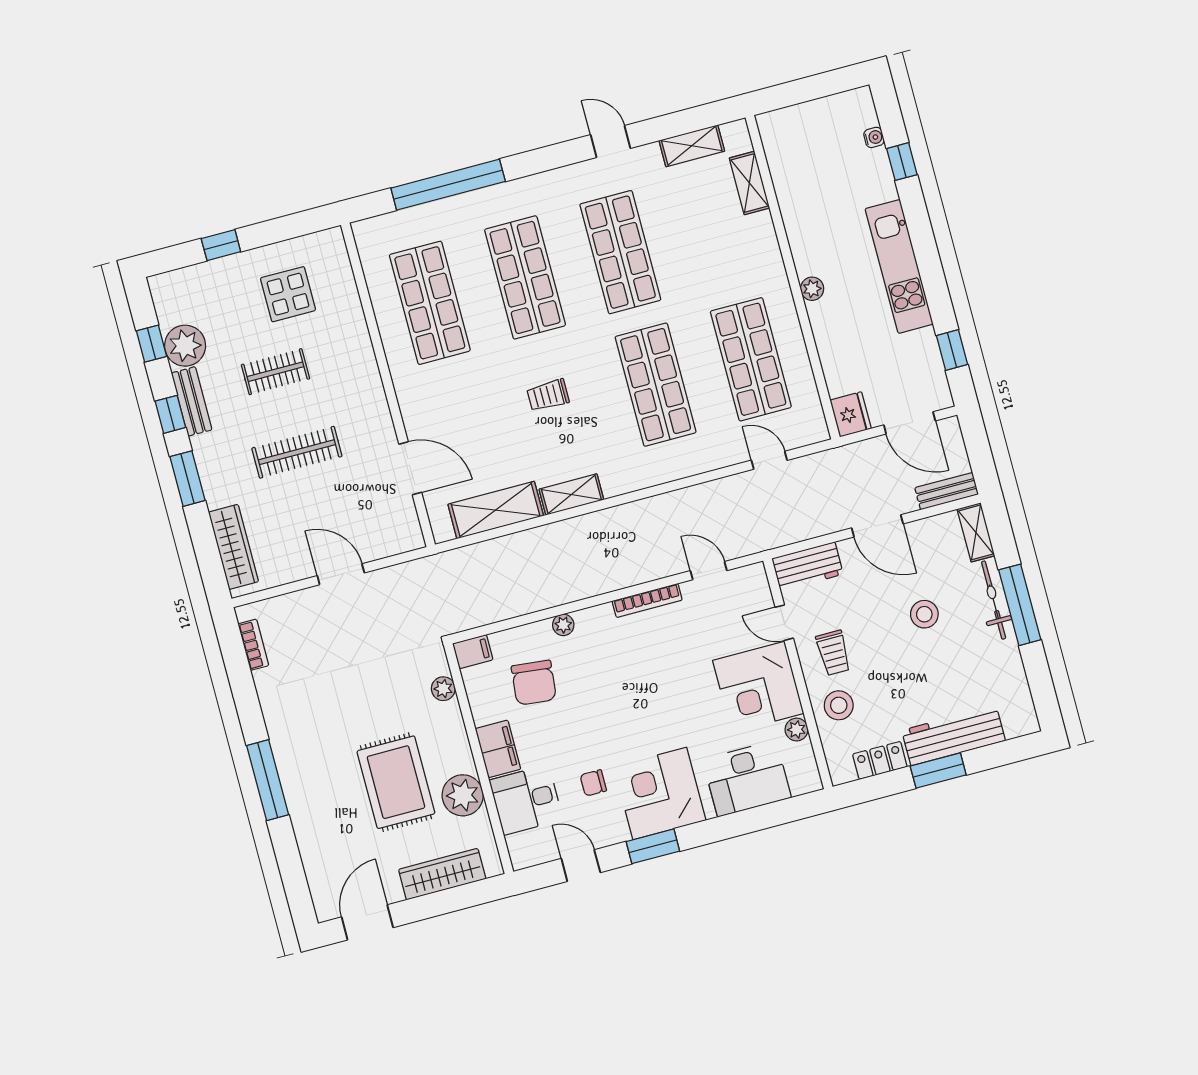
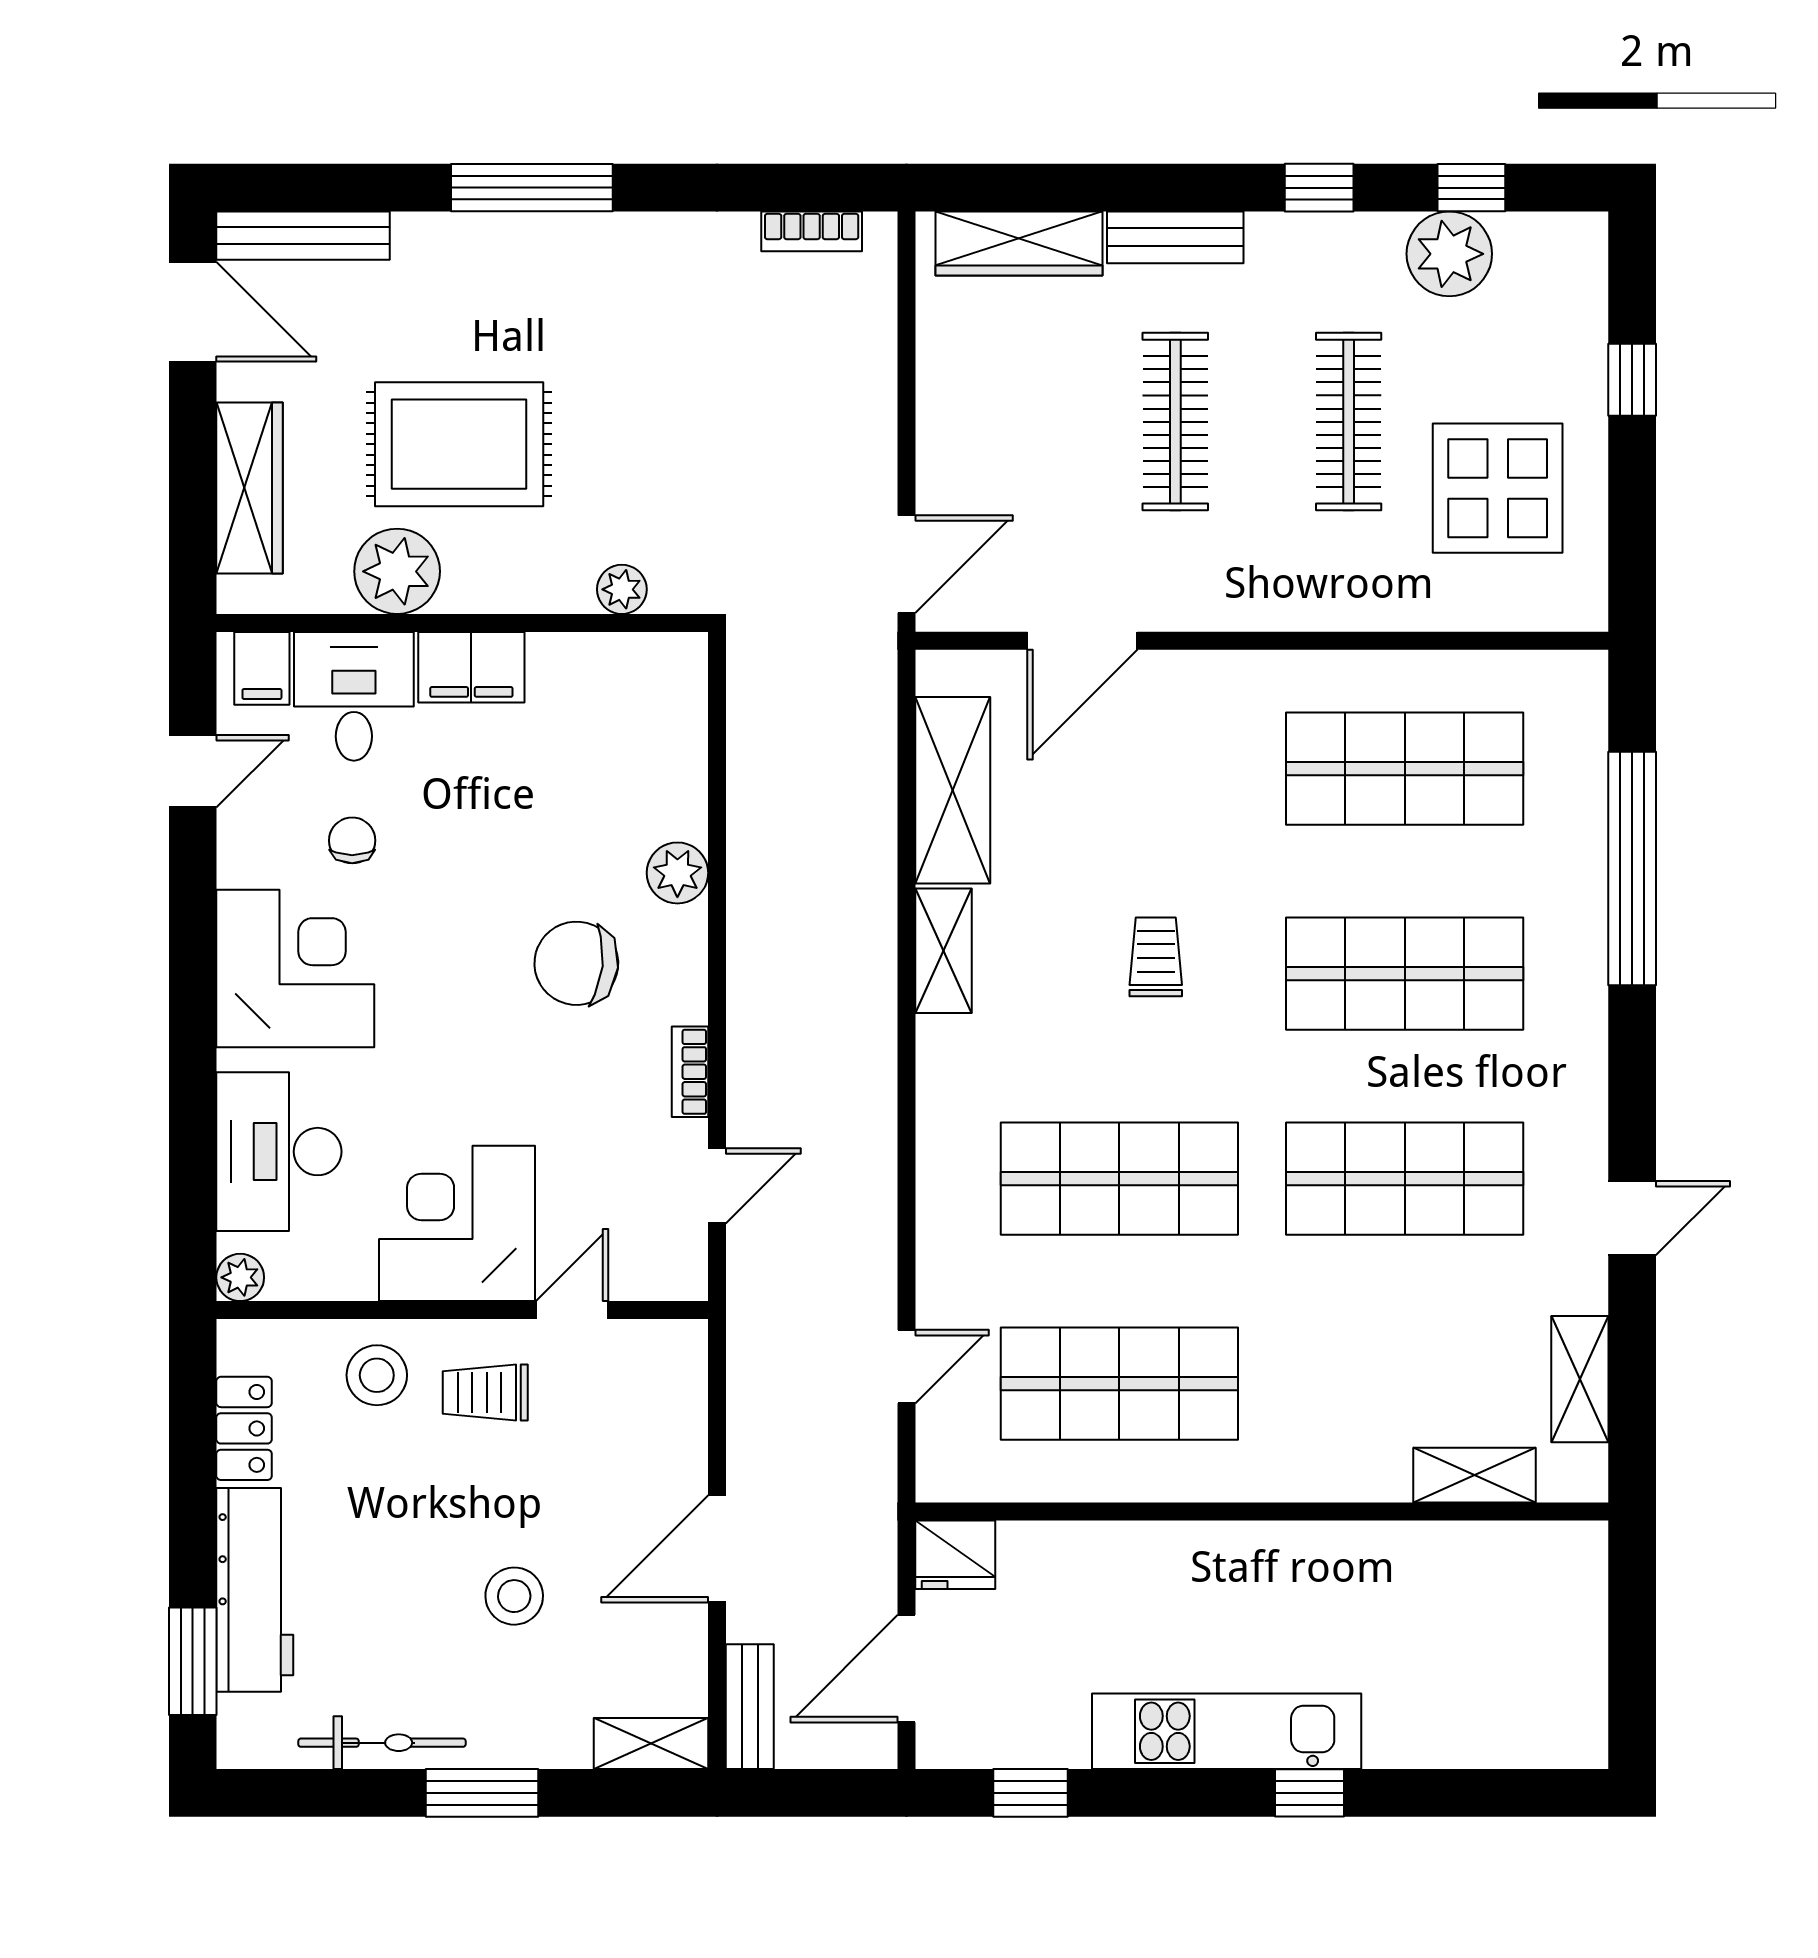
water cooler: (874, 137) -> (1499, 1750), removed
window: (902, 162) -> (1310, 1793), moved
plant: (812, 289) -> (1228, 1545), removed
display table: (288, 294) -> (1498, 488), width x1.36, depth x1.36
clothes rail: (275, 372) -> (1349, 422), width x1.36
bench: (192, 401) -> (1175, 237), moved
window: (187, 479) -> (1181, 188), removed
workbench: (808, 566) -> (673, 1387), removed
door: (341, 574) -> (907, 564), moved
bicycle: (994, 600) -> (382, 1743), moved
bookcase: (647, 601) -> (690, 1072), width x0.64
window: (1020, 605) -> (482, 1793), width x0.69
plant: (563, 625) -> (677, 873), width x1.38, depth x1.38
filing cabinet: (473, 652) -> (262, 668), moved
chair: (534, 683) -> (576, 963), moved
plant: (797, 730) -> (240, 1277), moved
window: (938, 770) -> (193, 1661), moved
window: (653, 846) -> (193, 926), removed
bench: (318, 881) -> (303, 236), added

